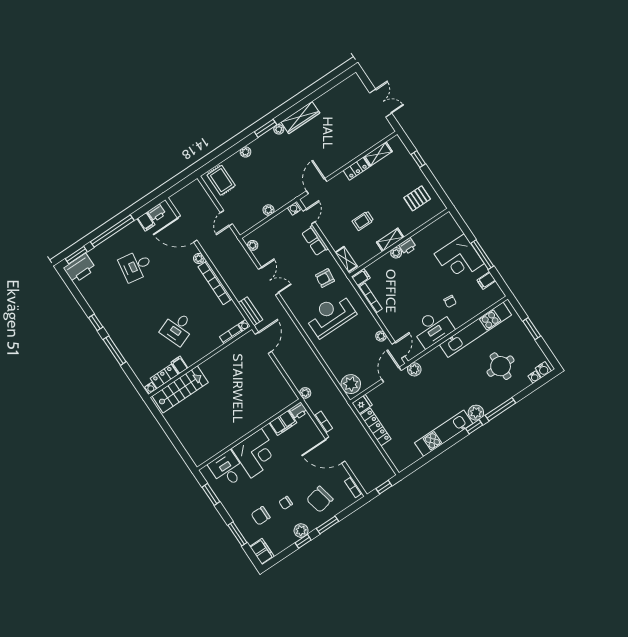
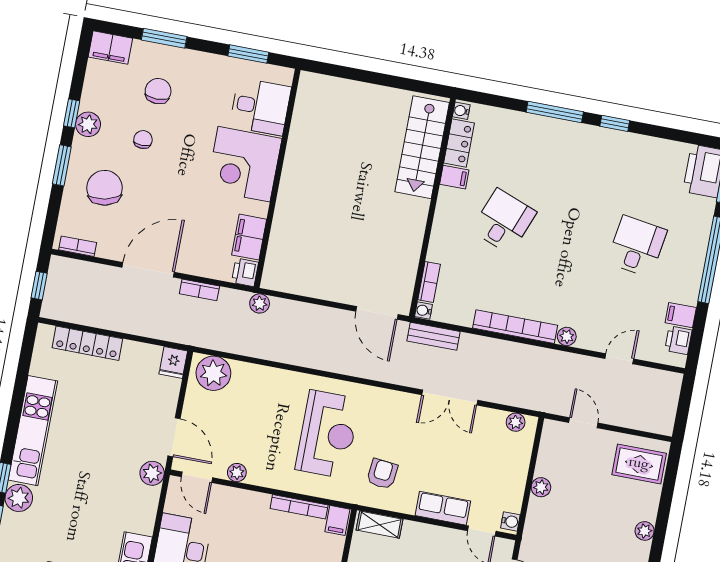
door: (187, 229) -> (619, 359), width x0.53
desk: (178, 328) -> (504, 221), turned 42
locker: (375, 427) -> (87, 343), moved

